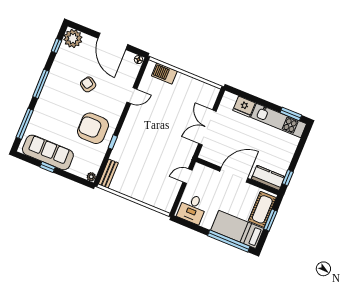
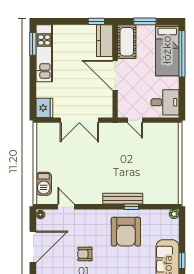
armchair: (88, 84) -> (85, 254), turned 57
door: (132, 96) -> (66, 207), moved
fridge: (244, 107) -> (44, 108), moved
bench: (108, 174) -> (123, 199), moved, width x1.36
cot: (262, 209) -> (127, 42), moved, turned 90

